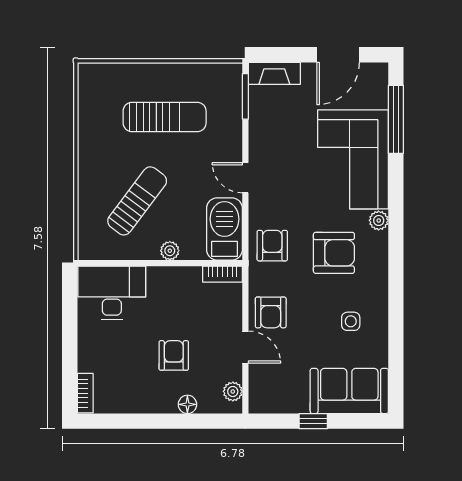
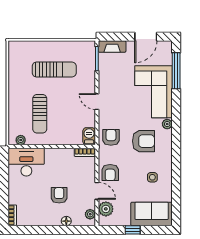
sun lounger: (137, 201) -> (40, 114), turned 143
barbecue: (224, 229) -> (89, 136), width x0.53, depth x0.65
plant: (170, 251) -> (21, 140), moved
plant: (262, 381) -> (106, 209), added

